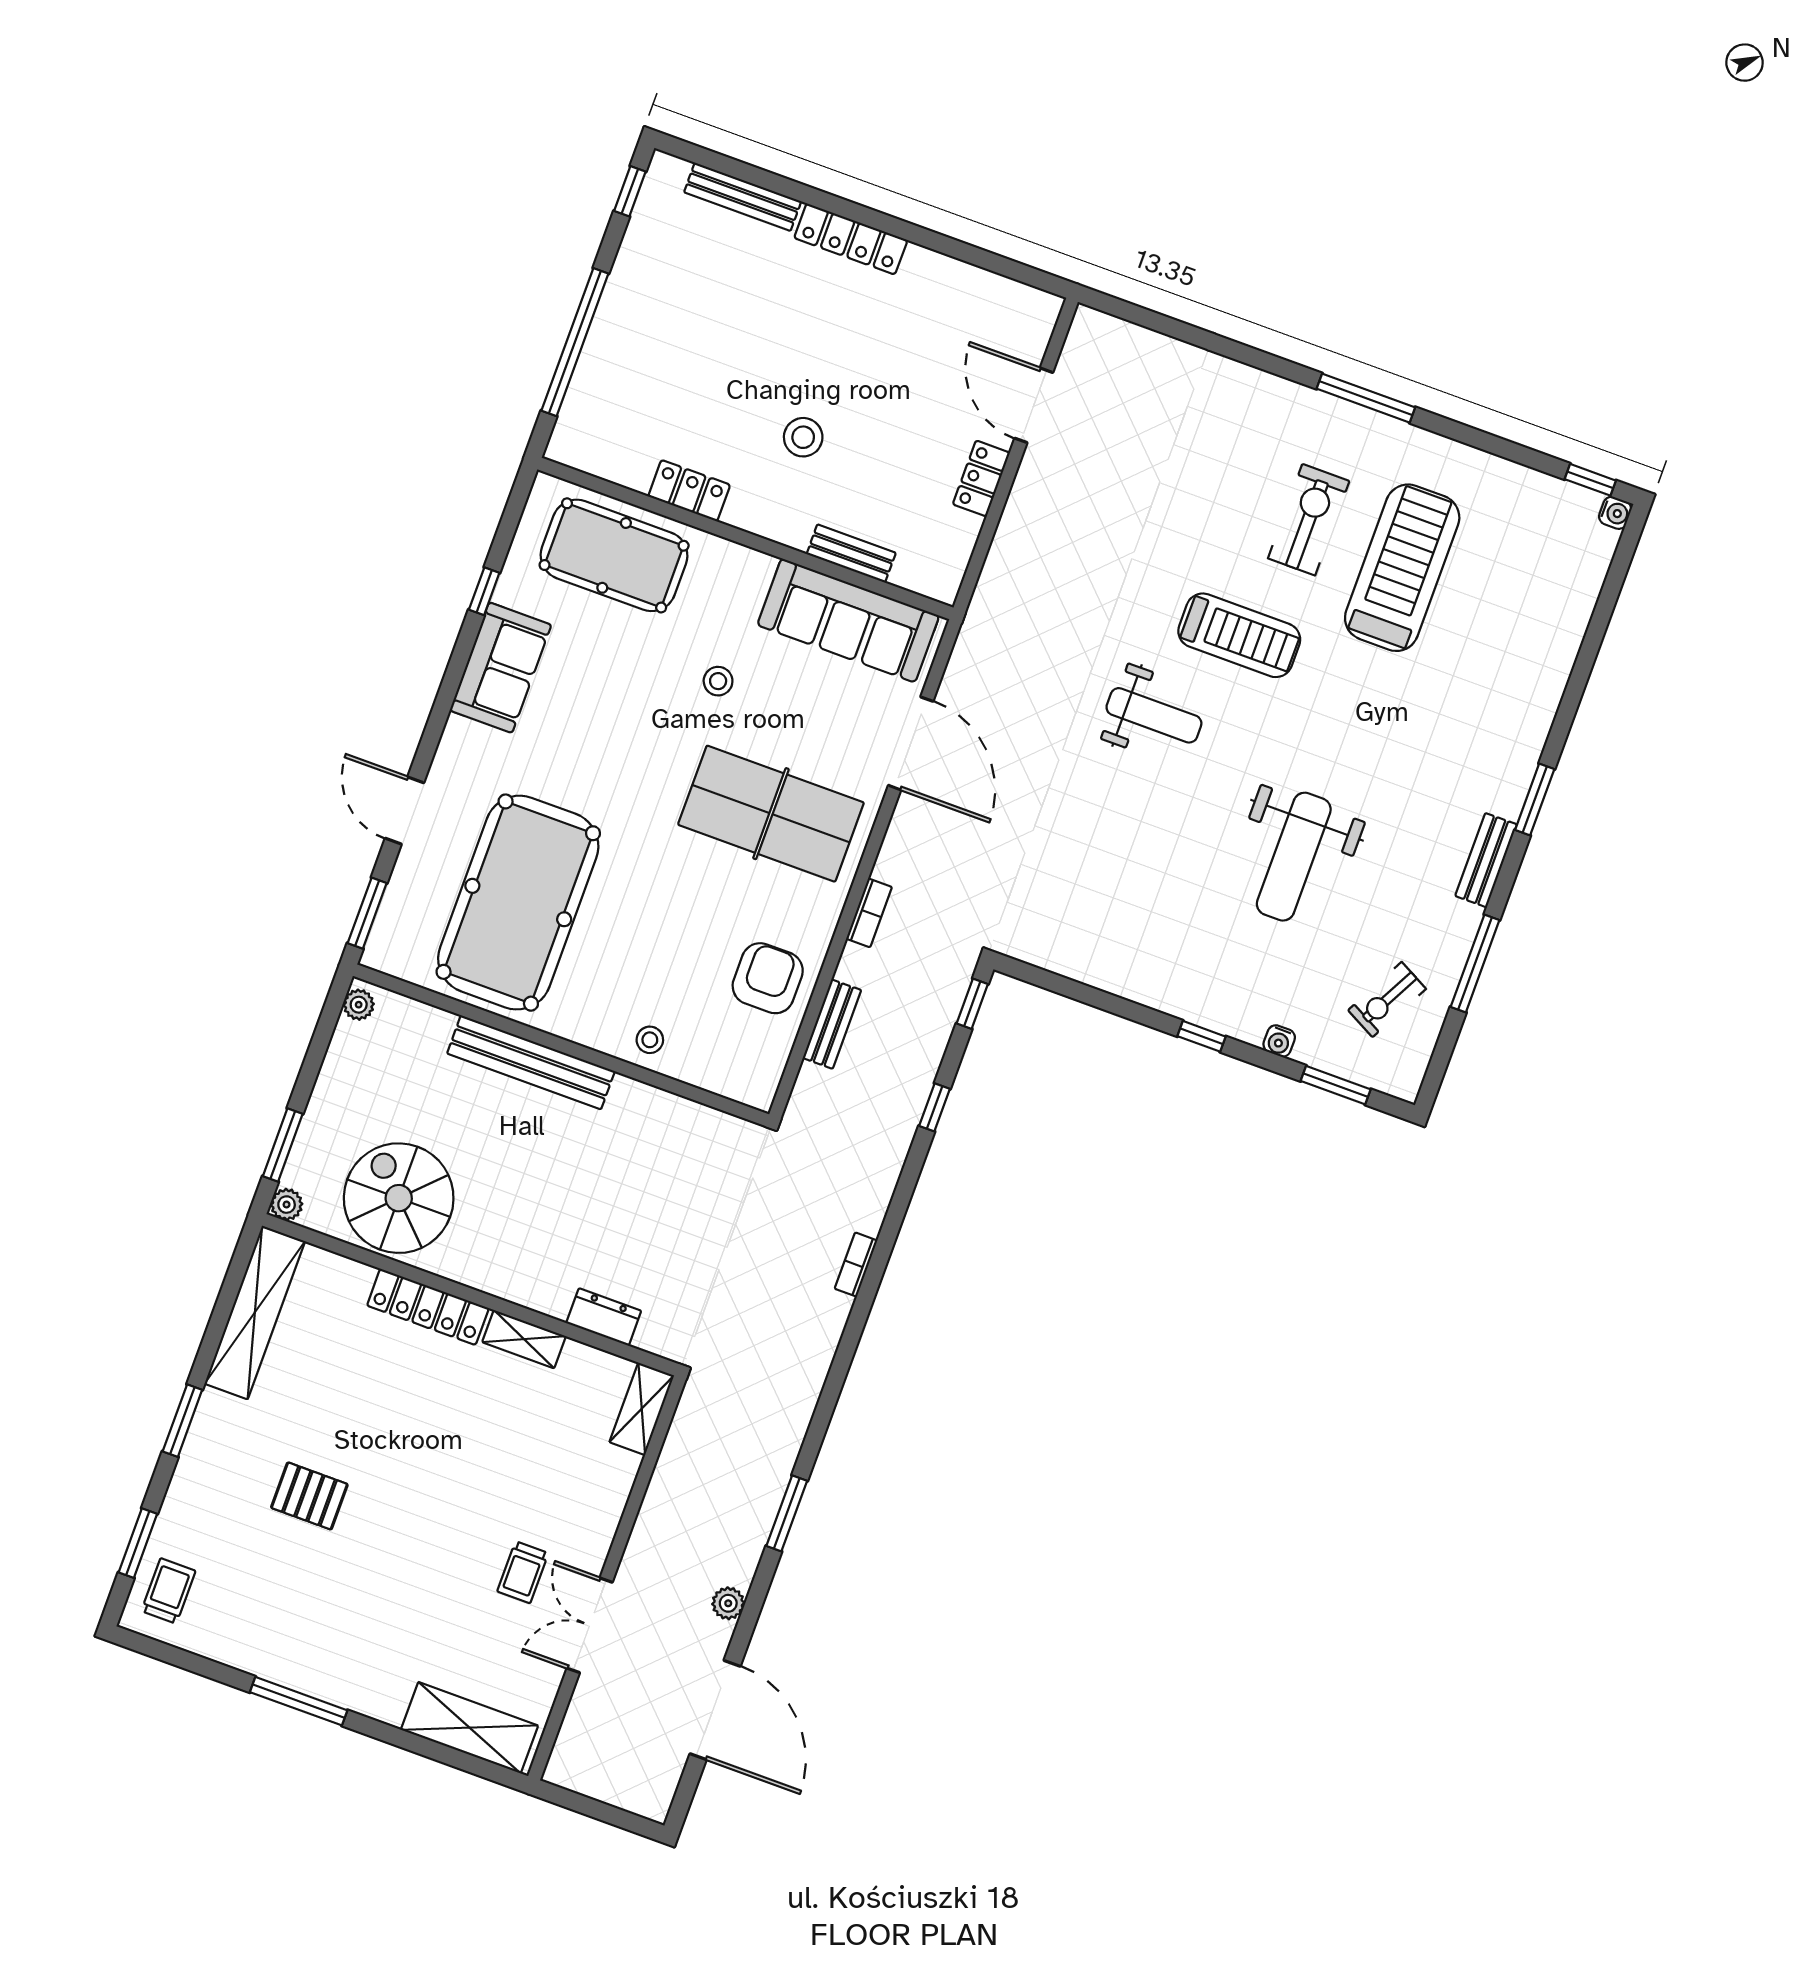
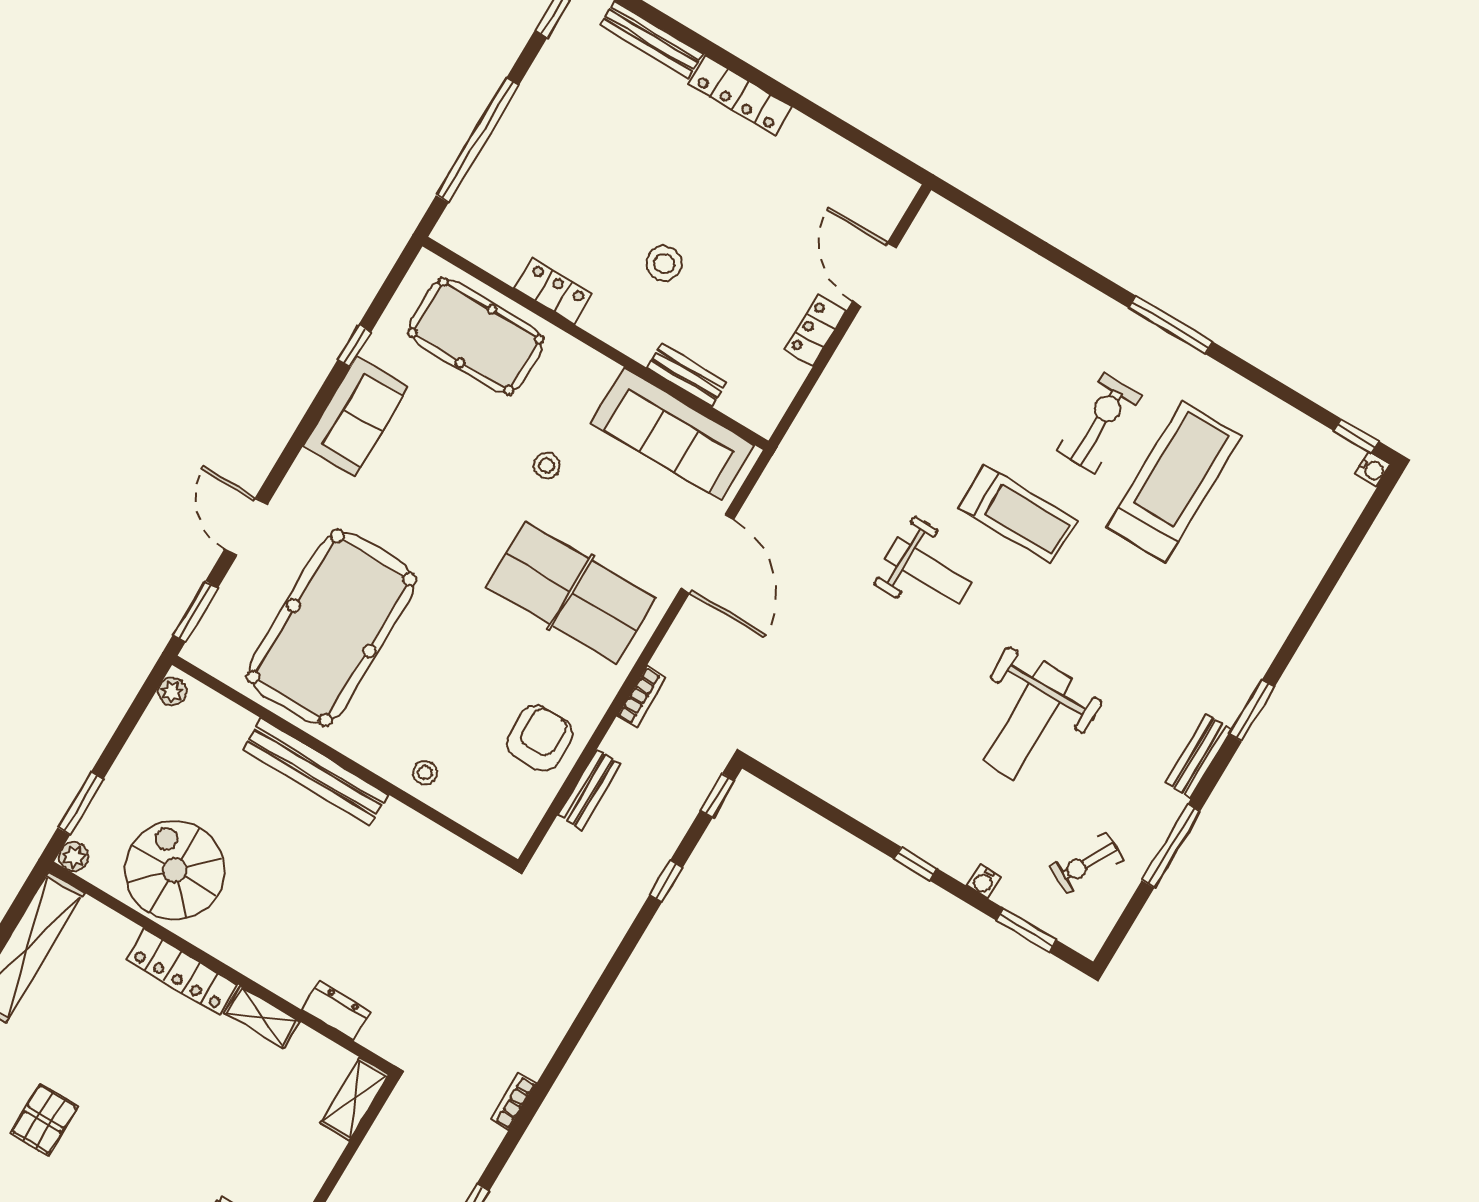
bookcase: (856, 1265) -> (513, 1101), moved
pallet: (309, 1496) -> (44, 1120), turned 90

